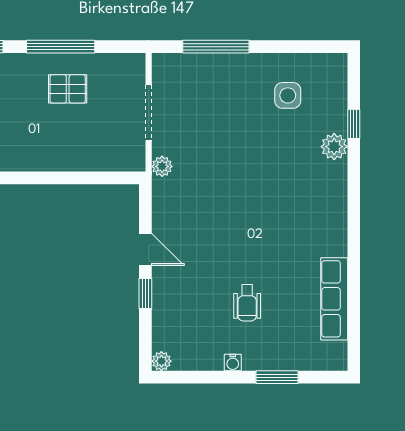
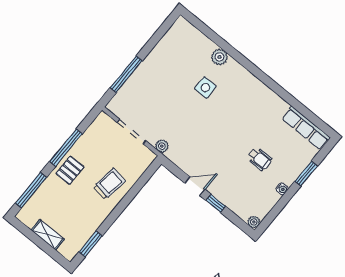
pallet: (68, 89) -> (70, 170), moved
side table: (288, 95) -> (205, 88), moved
window: (354, 124) -> (216, 39), removed
trolley: (60, 139) -> (109, 184), added
row of seats: (334, 299) -> (306, 128), moved

